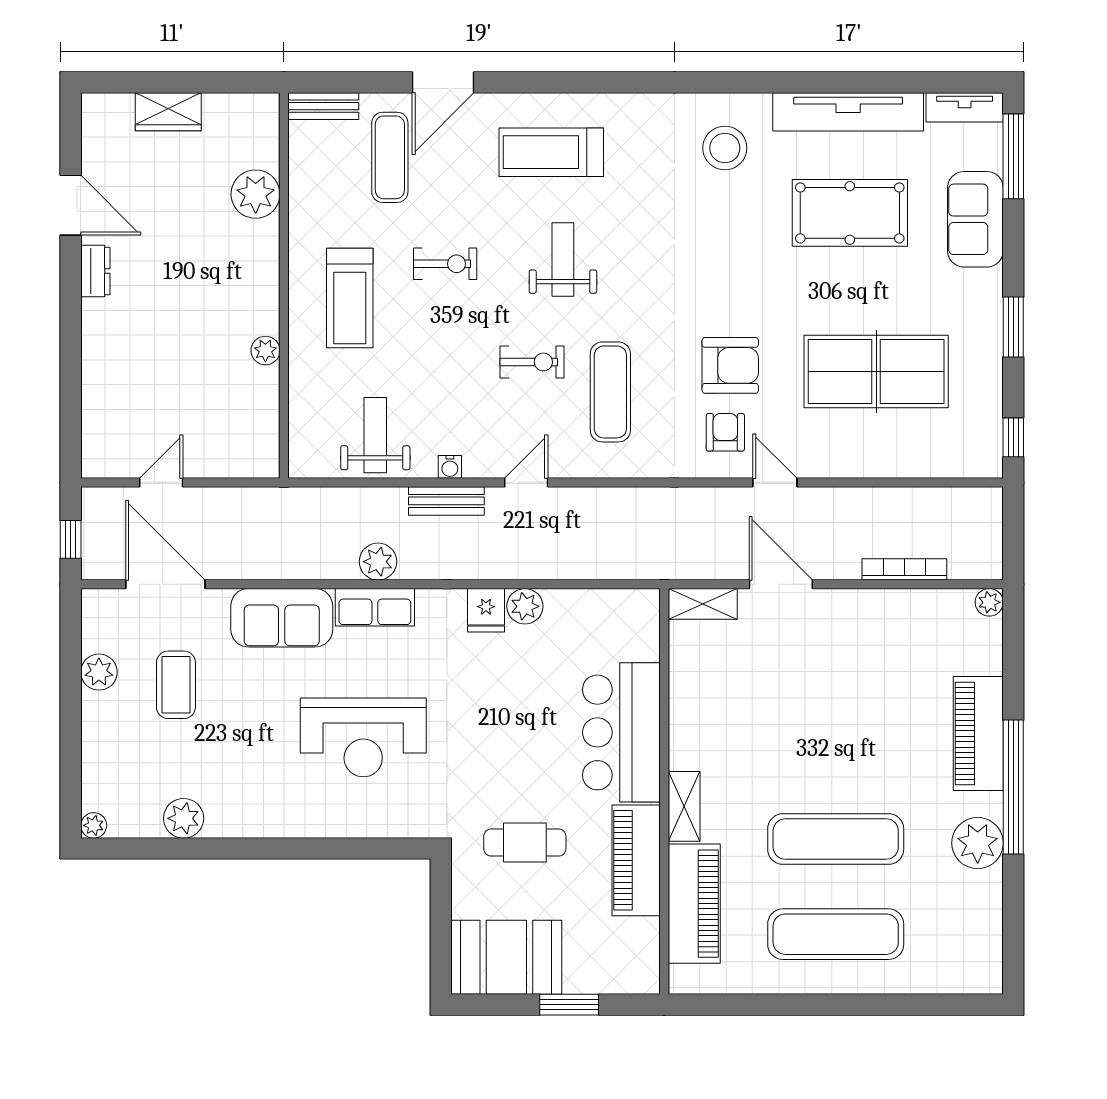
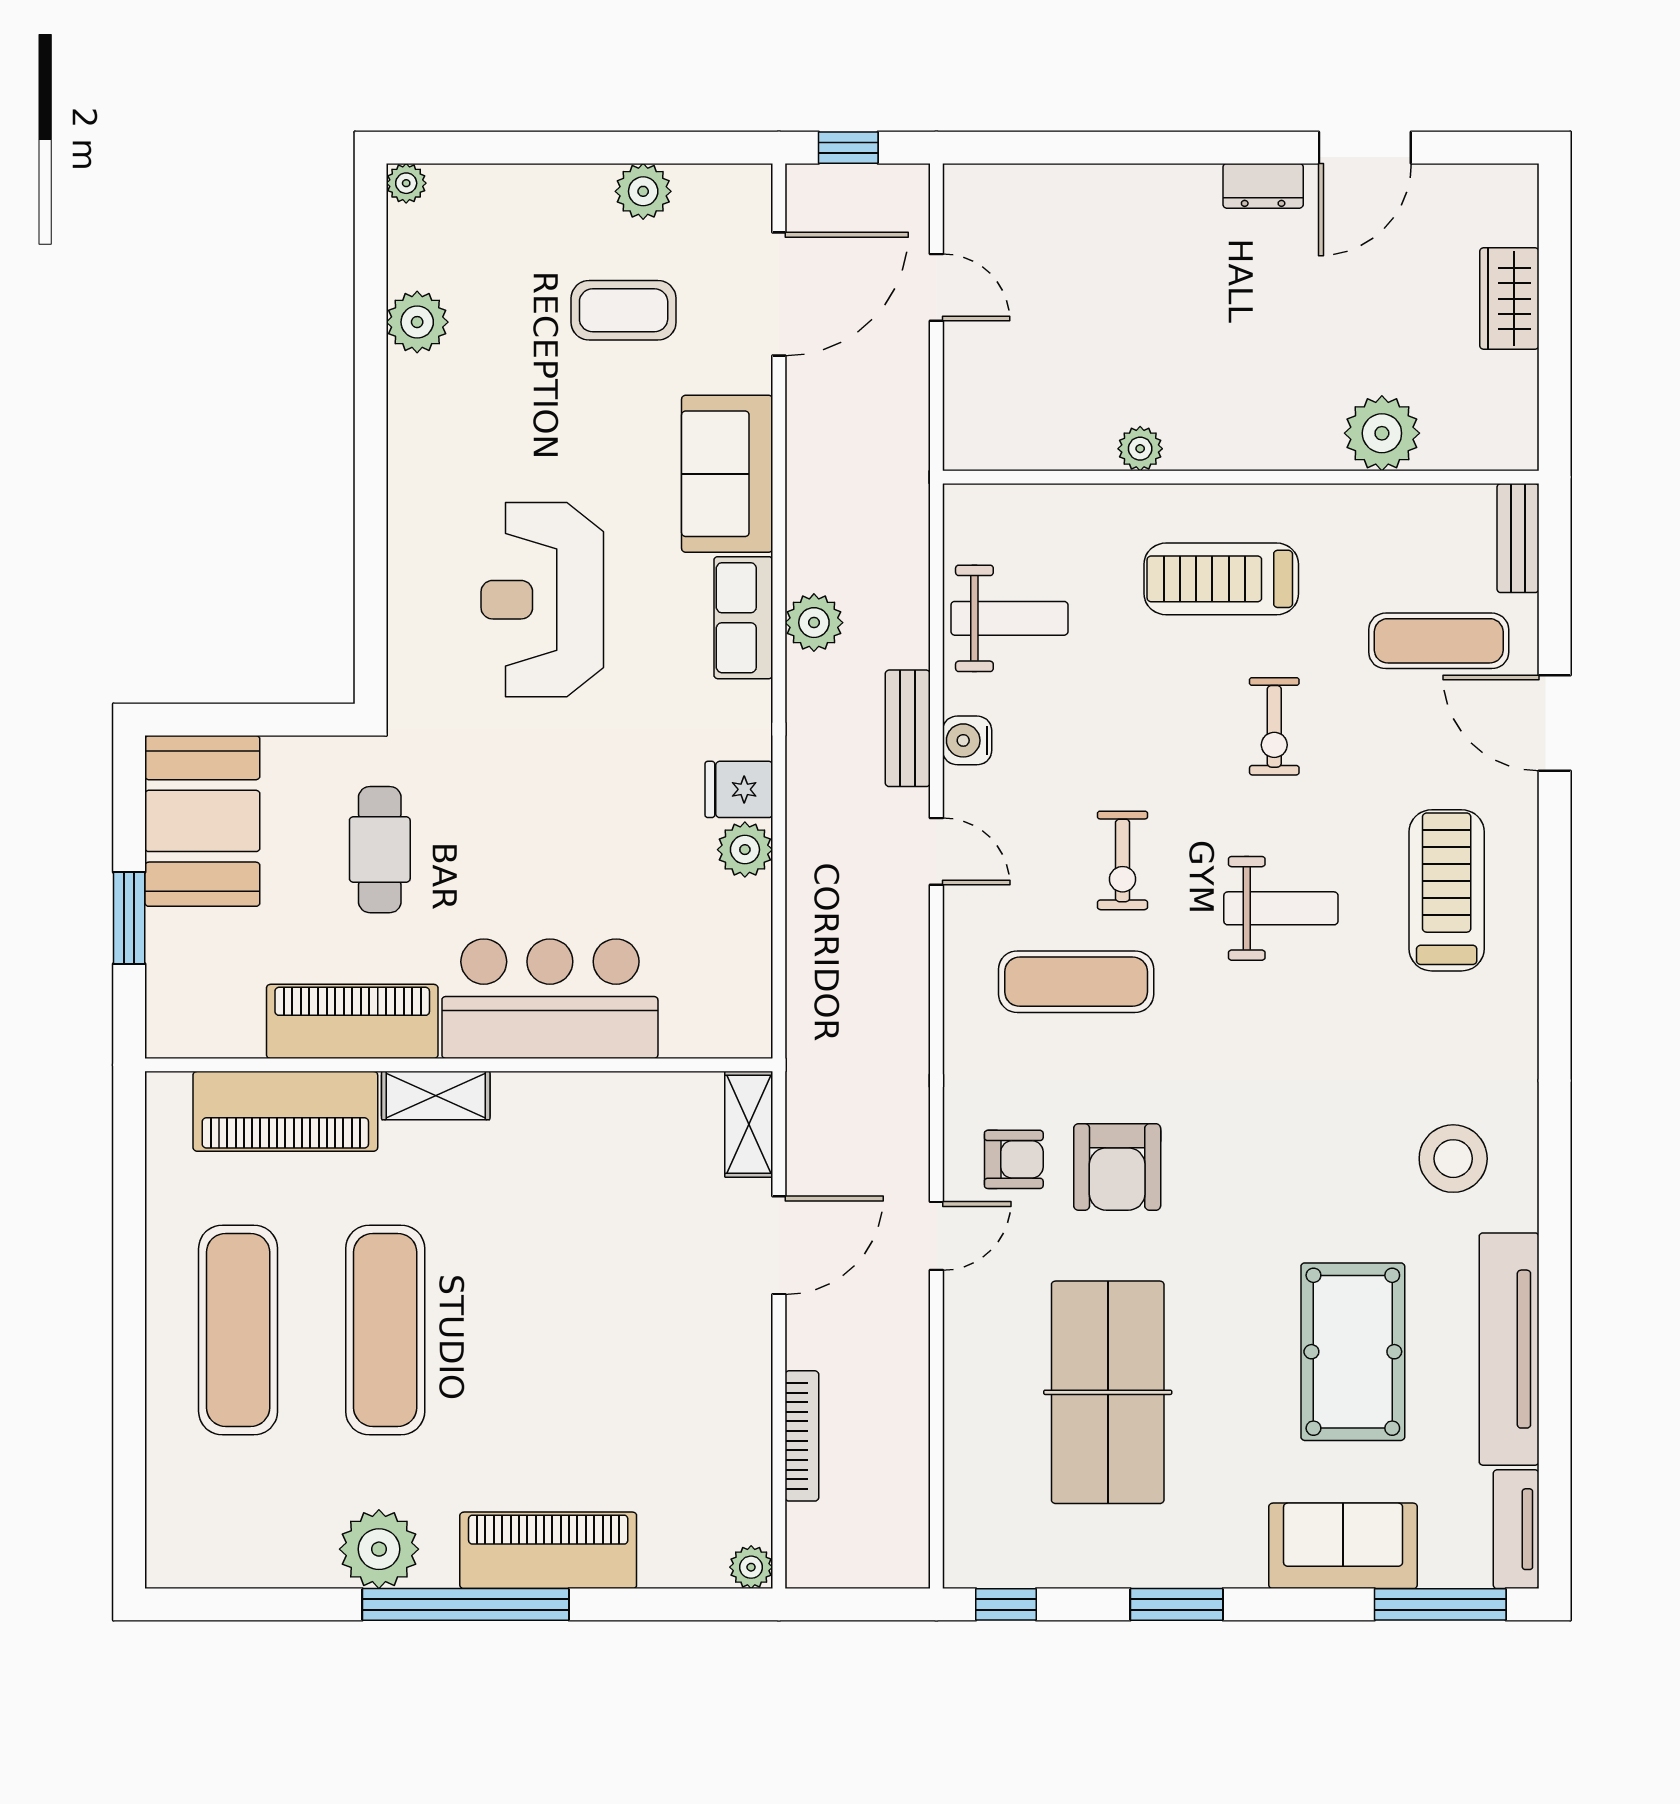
water cooler: (450, 467) -> (967, 740), width x1.38, depth x1.38

